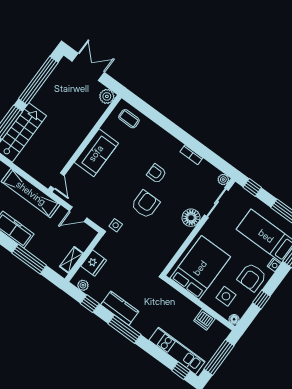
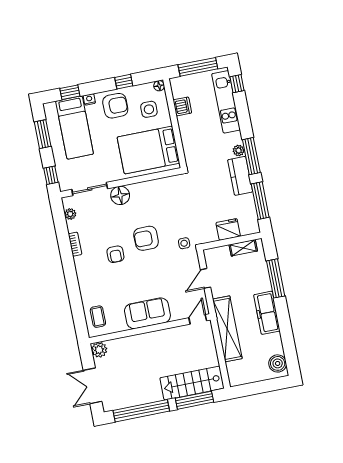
plant: (223, 180) -> (70, 214), moved
door: (78, 214) -> (205, 278), swing flipped
plant: (83, 285) -> (239, 151), moved
window: (90, 304) -> (260, 201), width x2.17

